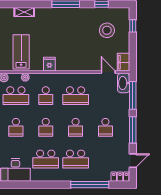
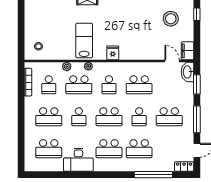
window: (133, 95) -> (197, 84), width x0.69
school desk: (46, 127) -> (109, 117), width x1.85
school desk: (105, 127) -> (169, 117), width x1.85

